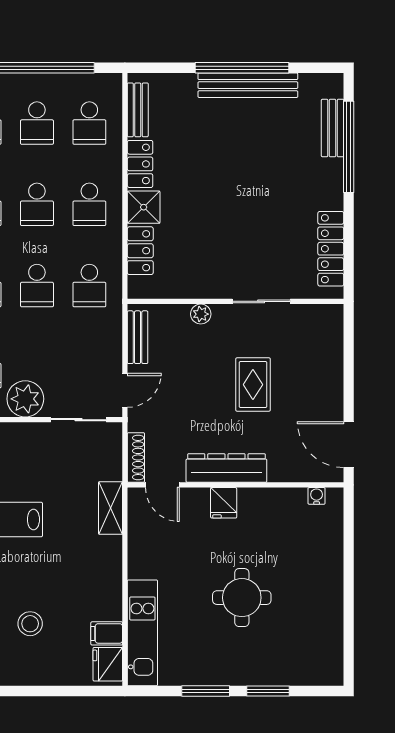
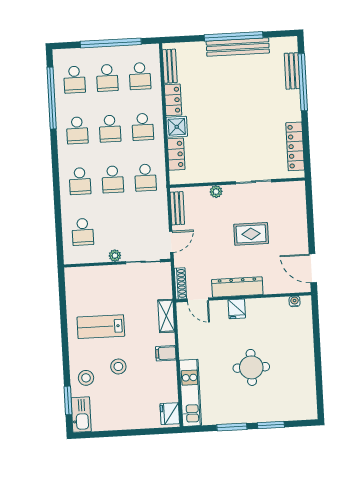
rug: (253, 385) -> (251, 234), turned 90
plant: (25, 399) -> (115, 256), width x0.53, depth x0.53
stool: (30, 624) -> (118, 366), moved
filing cabinet: (107, 633) -> (166, 353), moved

